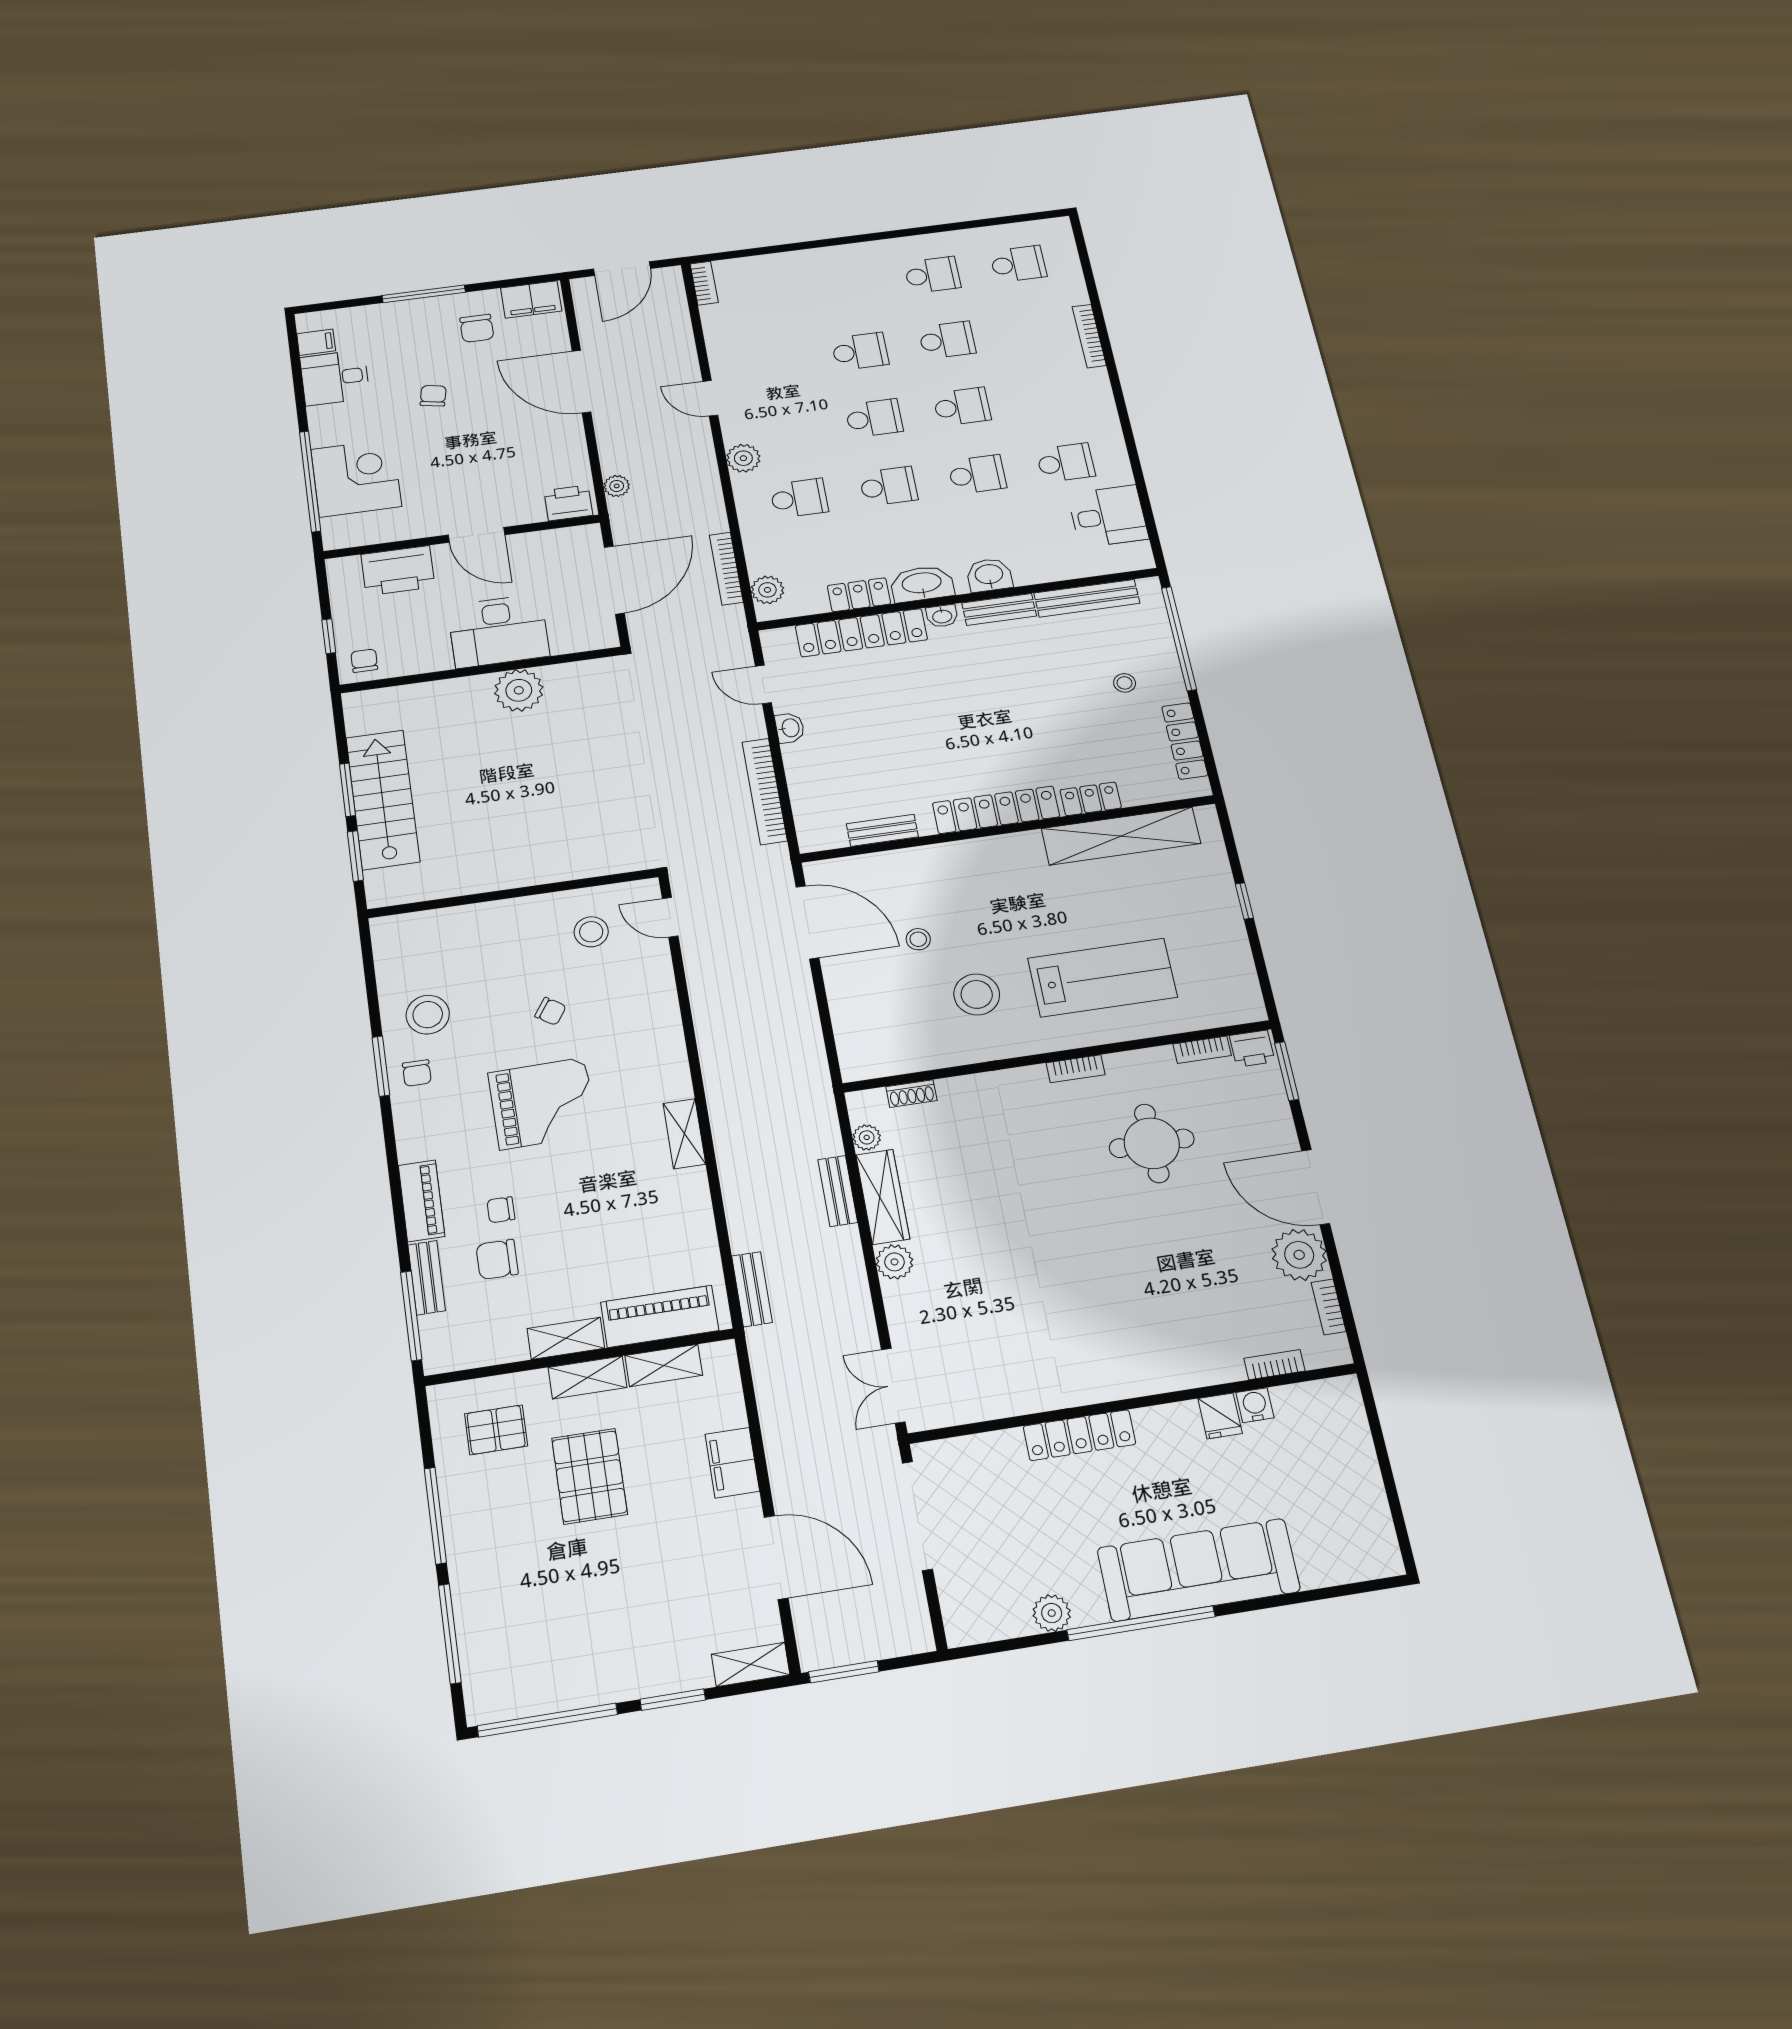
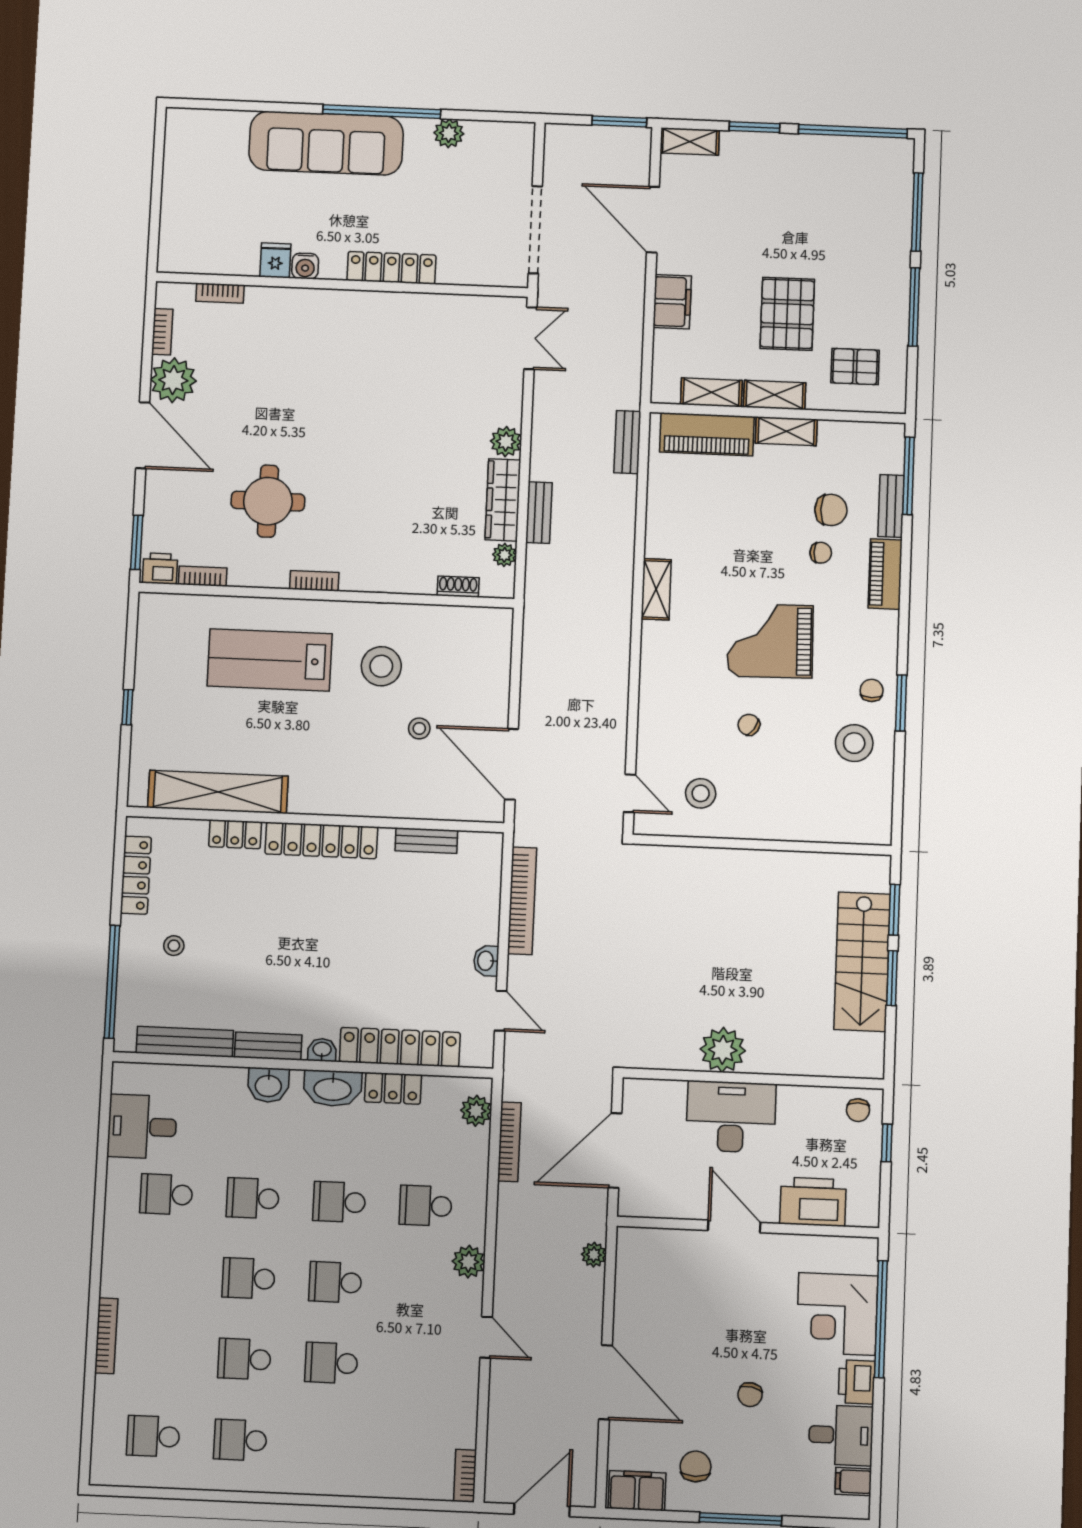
printer: (568, 503) -> (857, 1382), moved, turned 90
water cooler: (1255, 1405) -> (305, 266), moved

